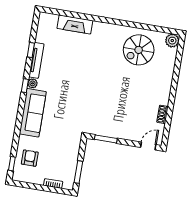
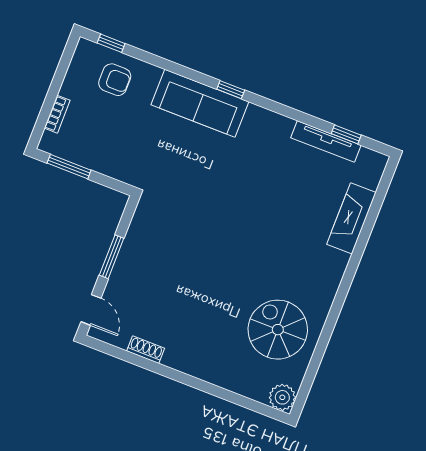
window: (31, 50) -> (346, 134), moved
tv unit: (36, 60) -> (326, 142), moved
plant: (33, 83) -> (256, 114), removed
window: (25, 86) -> (231, 90), moved
window: (106, 139) -> (112, 257), moved

